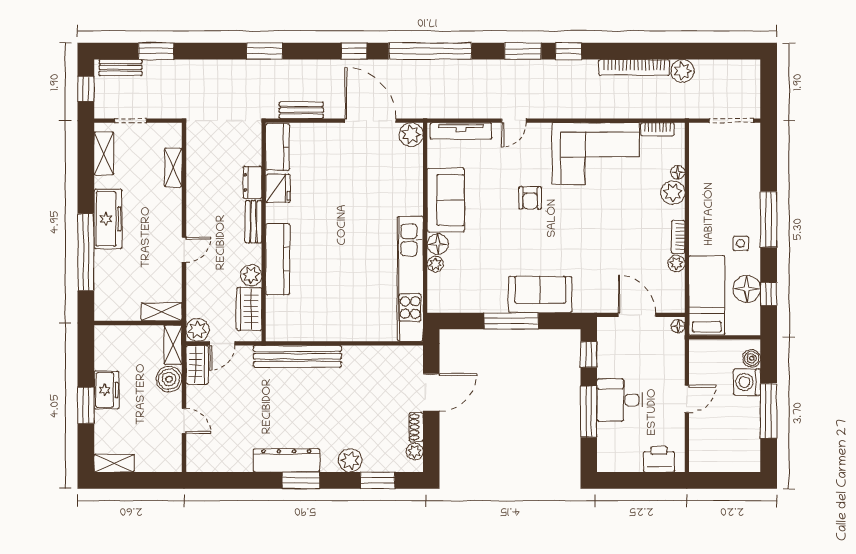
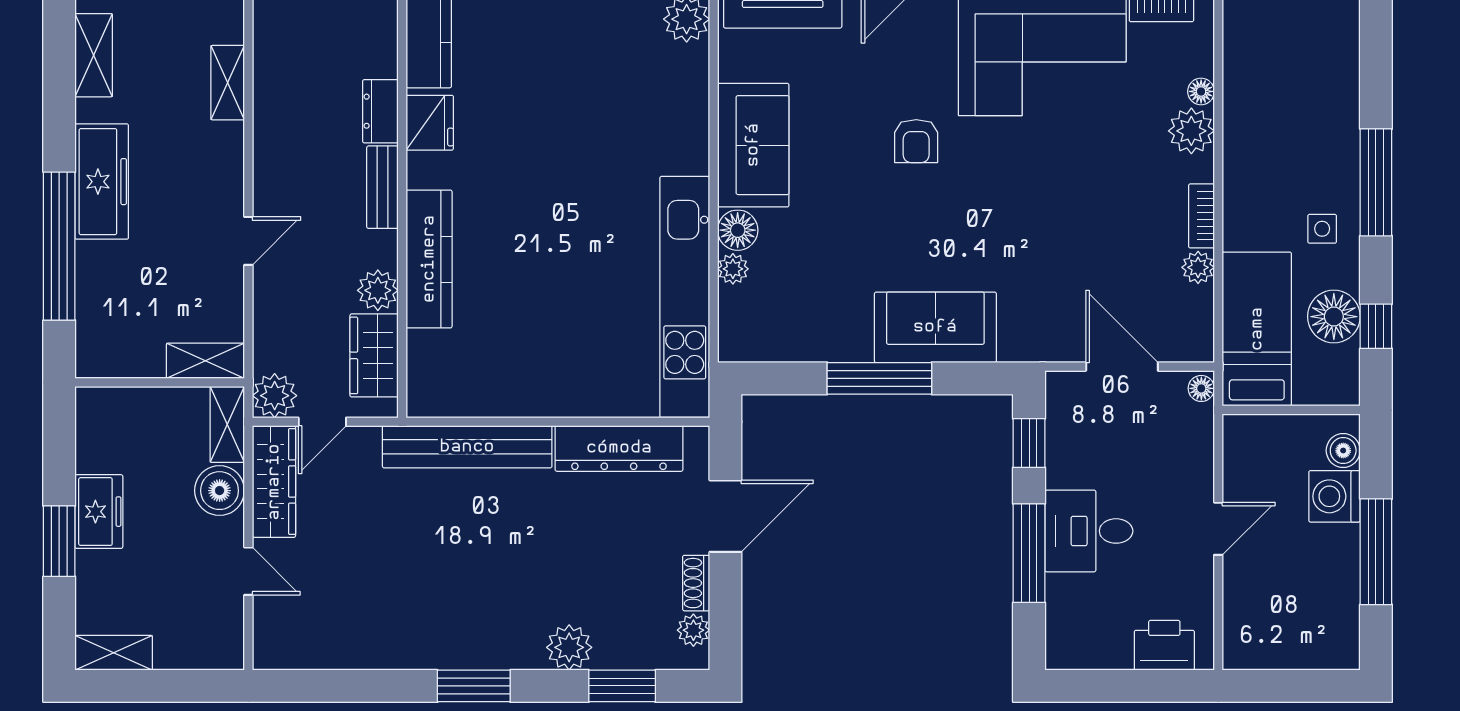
wardrobe: (197, 365) -> (274, 482), width x1.50
dresser: (286, 460) -> (619, 448), moved, turned 180

